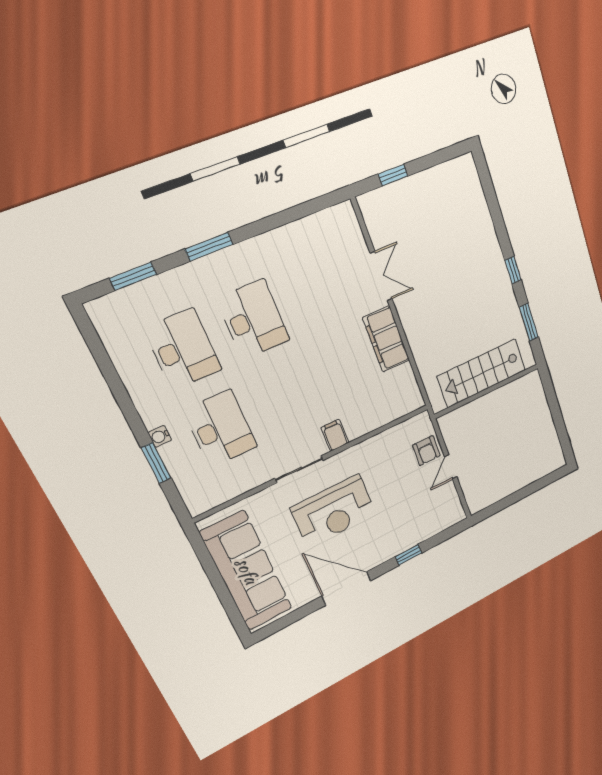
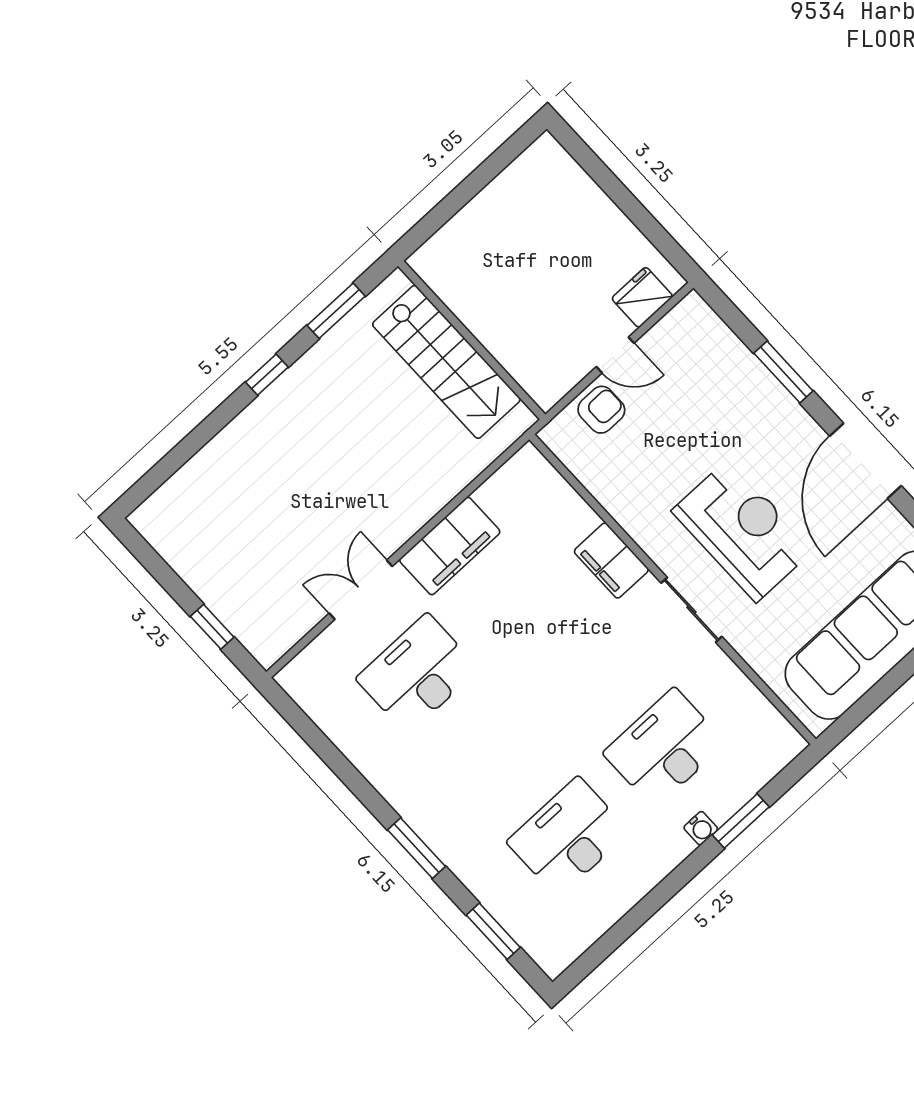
desk: (253, 319) -> (417, 674), moved
filing cabinet: (335, 435) -> (611, 561), width x2.00
fridge: (473, 490) -> (642, 297), added
window: (409, 555) -> (783, 372), width x1.50

